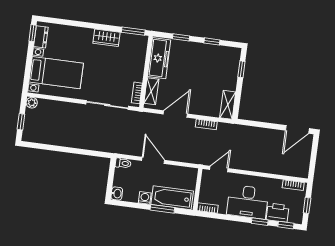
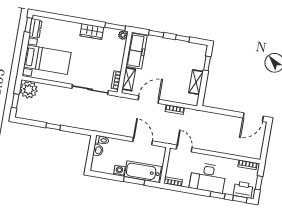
plant: (143, 40) -> (123, 35), added
plant: (32, 103) -> (29, 90), width x1.87, depth x1.87
shelving: (228, 105) -> (196, 82), moved
window: (66, 150) -> (53, 126), added
door: (153, 160) -> (143, 141), moved
door: (219, 169) -> (184, 148), hinge flipped
washbasin: (117, 194) -> (98, 150), moved
printer: (278, 213) -> (243, 190), moved

